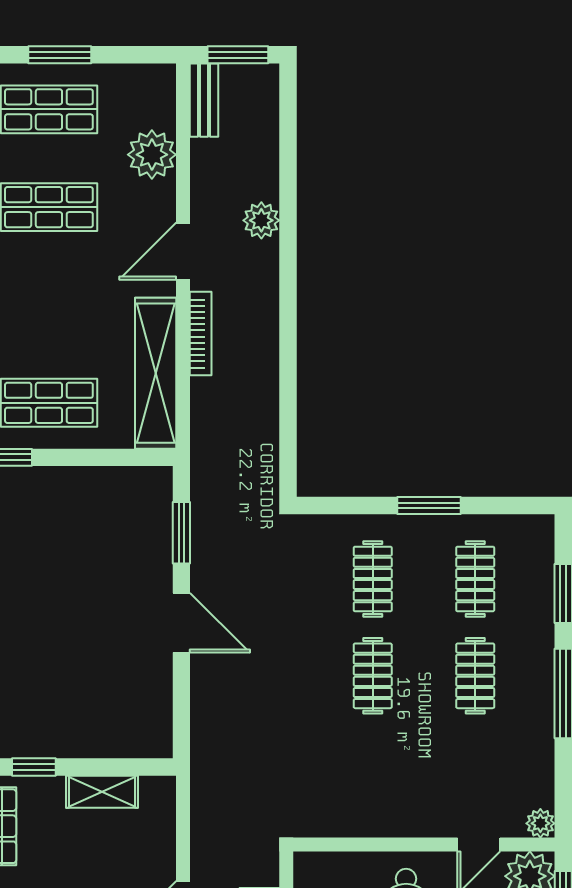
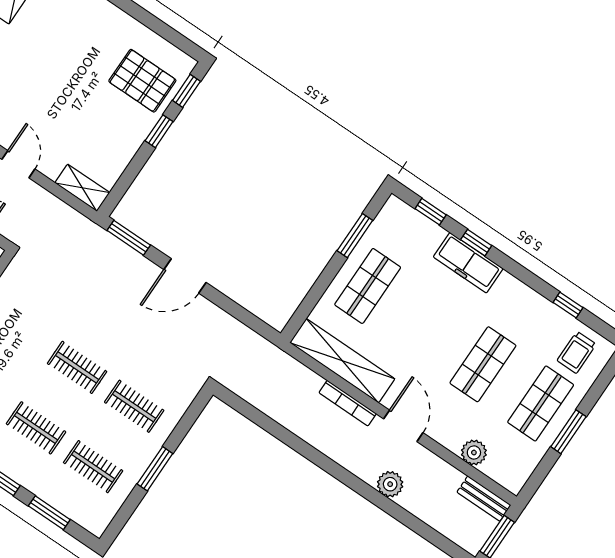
plant: (152, 155) -> (474, 453), width x0.73, depth x0.73
window: (181, 533) -> (129, 238), moved
shelving: (102, 792) -> (82, 188), moved, turned 90

